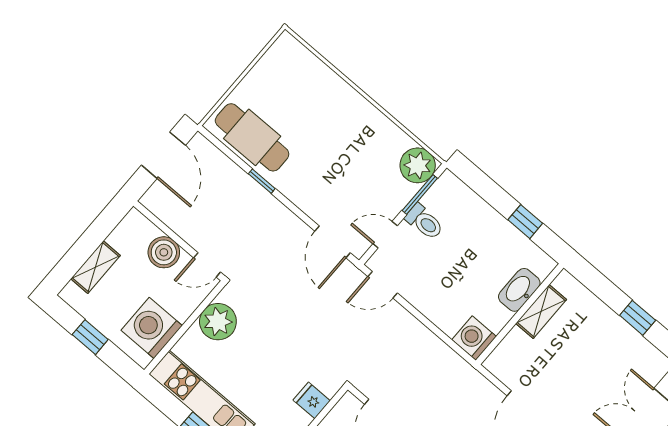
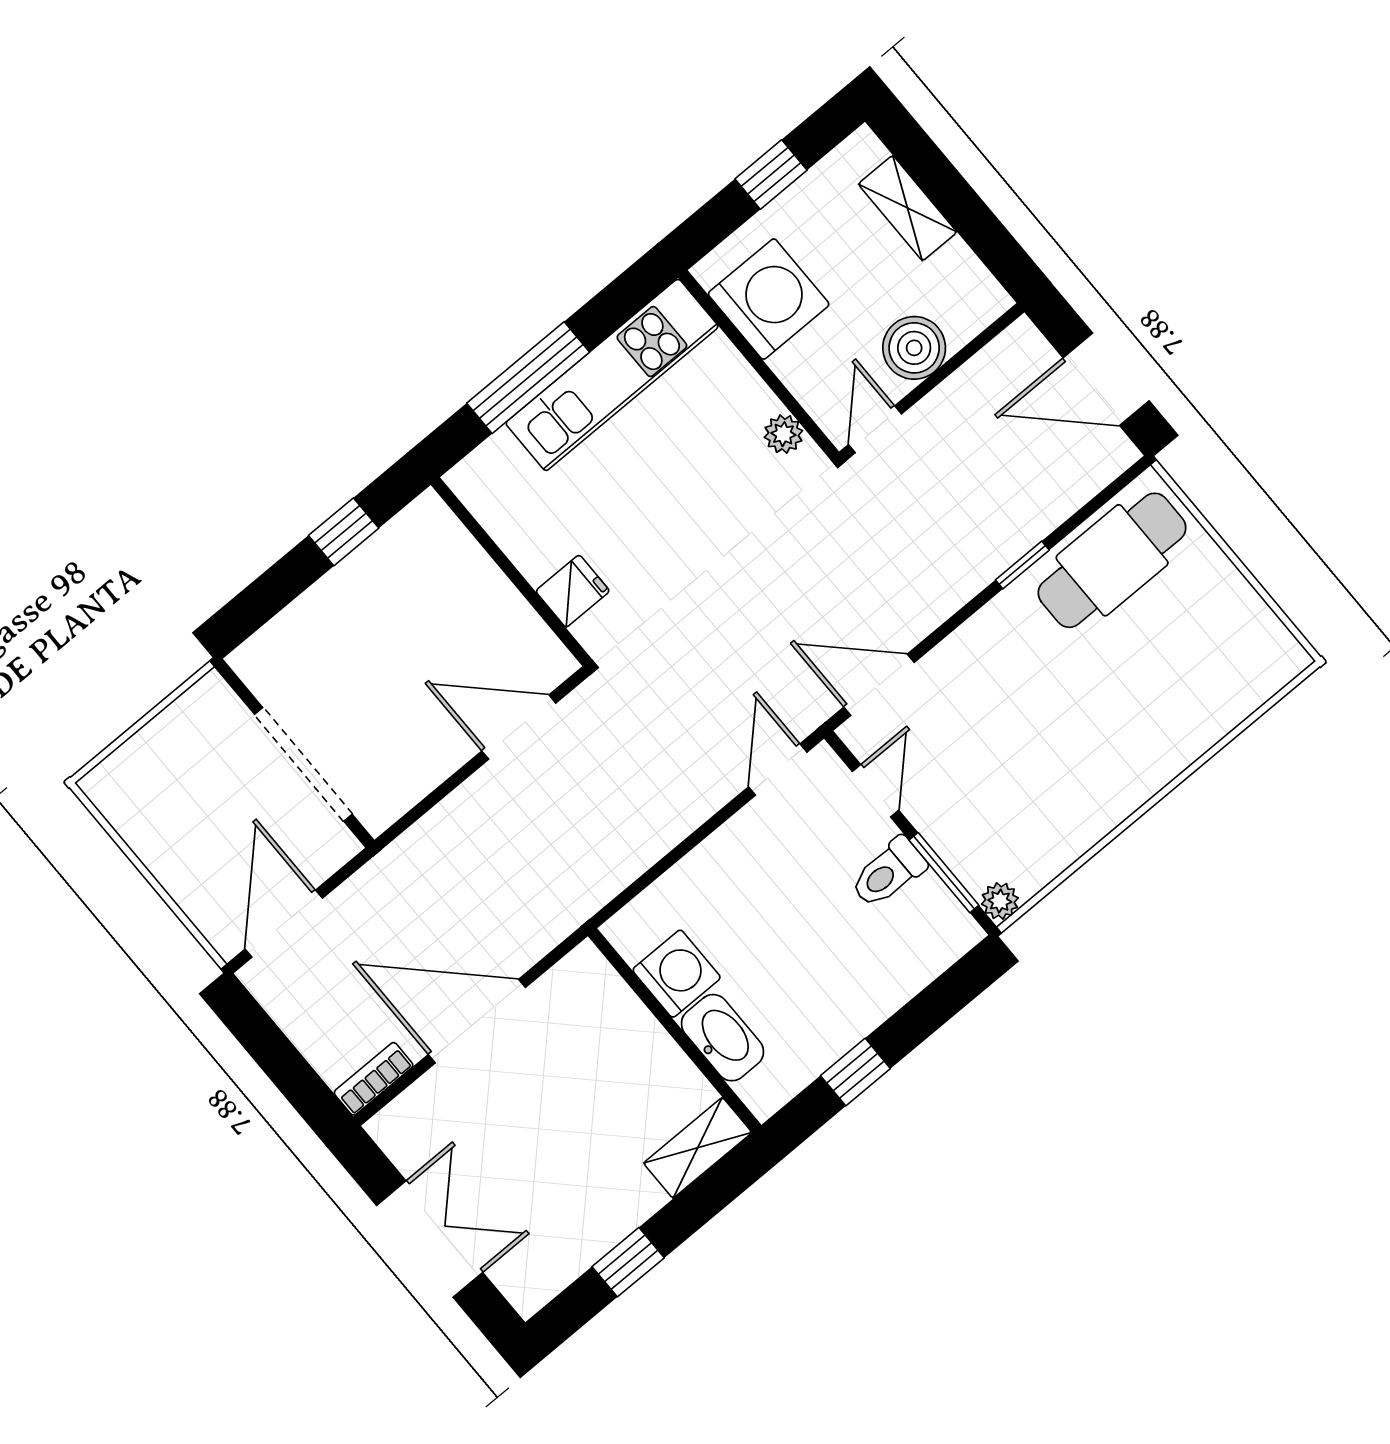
plant: (418, 165) -> (1000, 901), width x0.53, depth x0.53
shelving: (541, 311) -> (698, 1148), moved, turned 90
plant: (218, 322) -> (783, 434), width x0.53, depth x0.53
washing machine: (474, 338) -> (677, 974), moved

